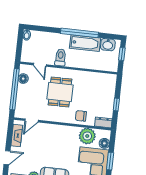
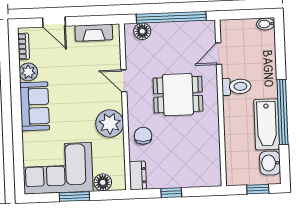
floor lamp: (23, 79) -> (142, 31), moved
door: (32, 120) -> (124, 81), moved
plant: (87, 136) -> (110, 124), moved

